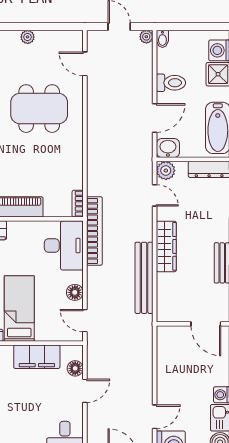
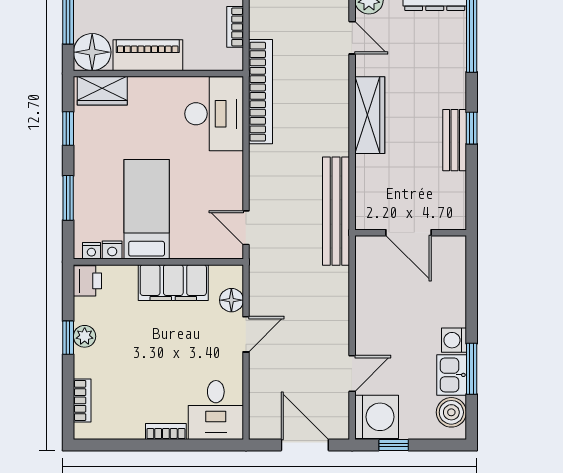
bookcase: (78, 204) -> (235, 27), moved
bench: (144, 278) -> (336, 211), moved
floor lamp: (75, 292) -> (231, 185), removed
door: (206, 324) -> (408, 233), moved

